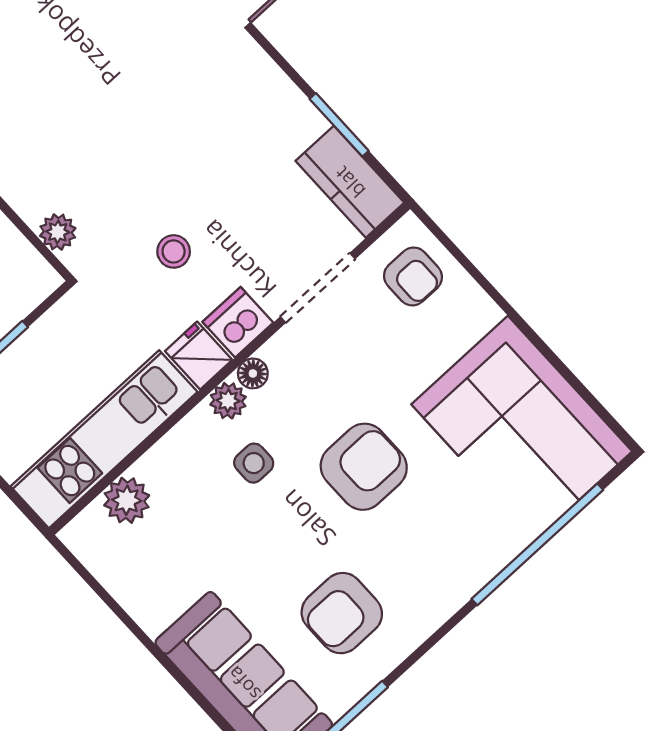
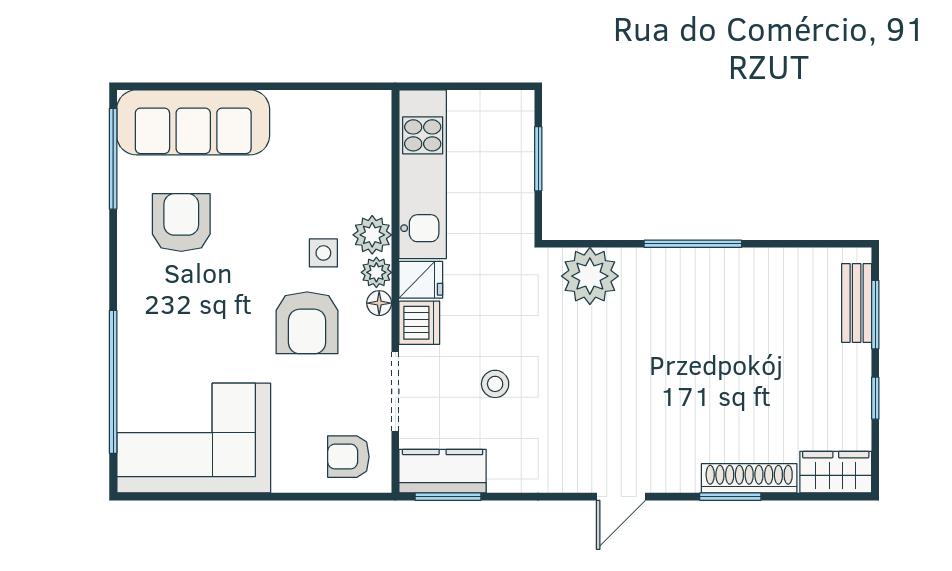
window: (339, 125) -> (448, 497), moved
plant: (58, 232) -> (590, 276), width x1.88, depth x1.88
stool: (174, 251) -> (495, 384), moved
armchair: (364, 467) -> (307, 323), moved
plant: (127, 500) -> (372, 235), moved

